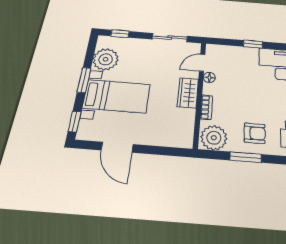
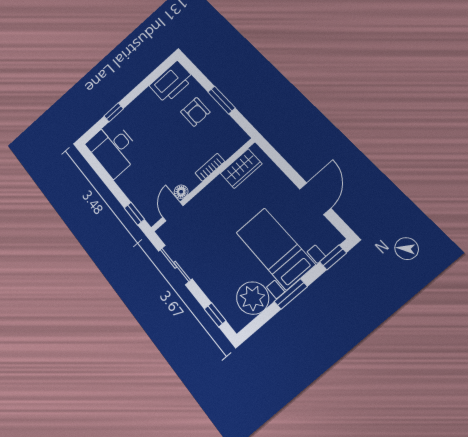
window: (253, 44) -> (134, 214), moved
door: (202, 63) -> (173, 211), swing flipped
wardrobe: (188, 93) -> (241, 168), moved
armchair: (255, 133) -> (195, 112), turned 180
plant: (214, 138) -> (230, 136), removed

